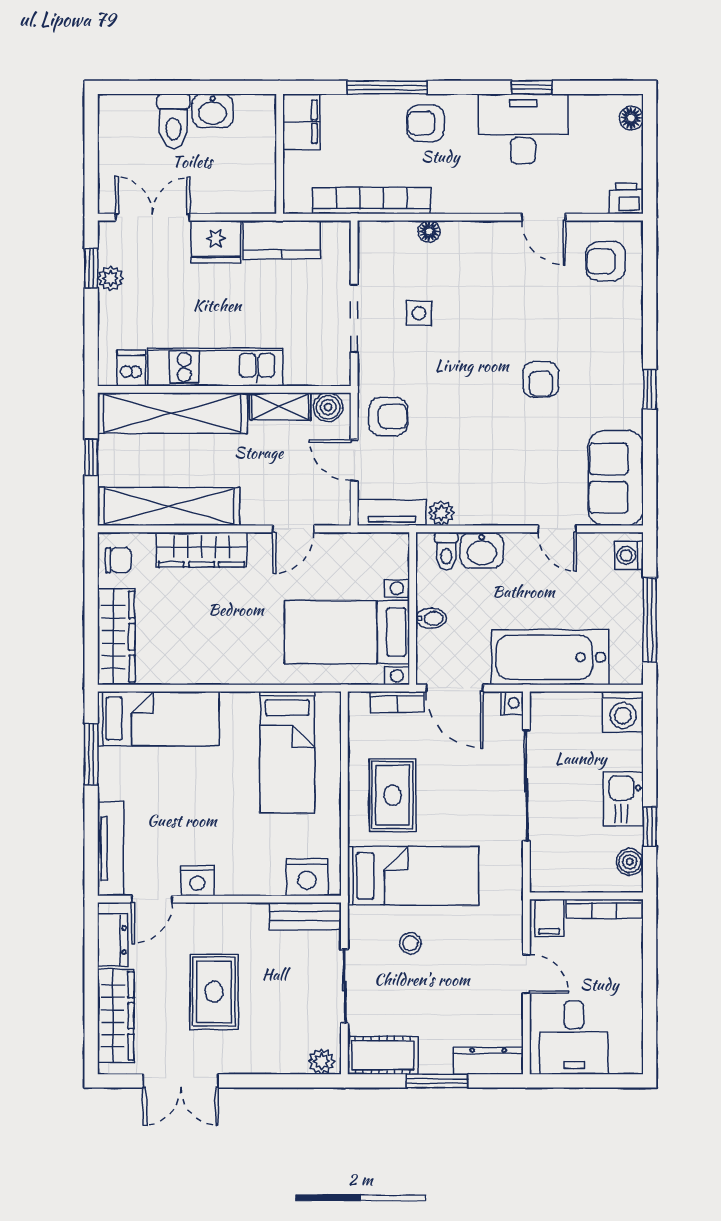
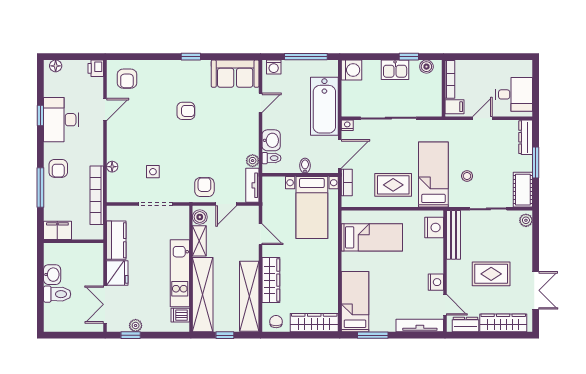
bench: (305, 916) -> (453, 235), width x1.36

